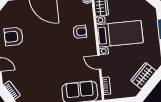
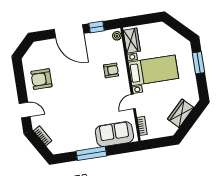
door: (99, 62) -> (133, 102), hinge flipped

